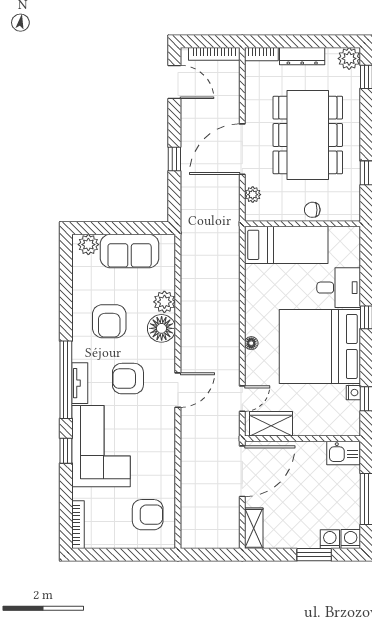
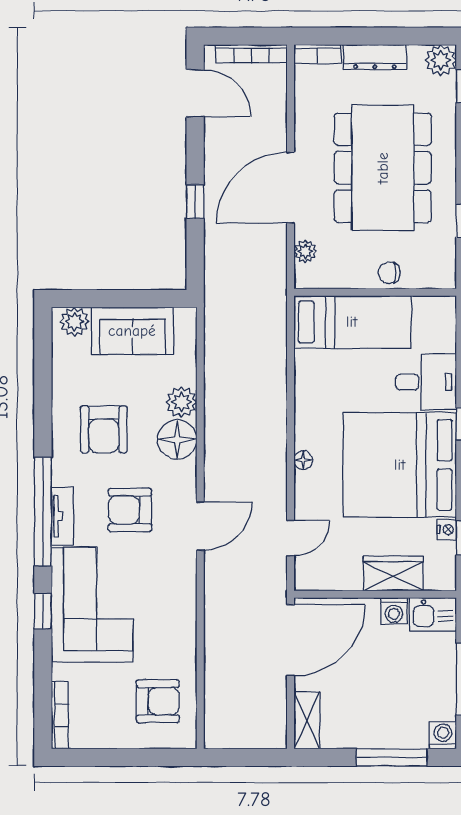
wardrobe: (271, 424) -> (393, 573), moved
washing machine: (330, 539) -> (394, 611), moved, turned 180
window: (314, 555) -> (392, 757), width x1.44

